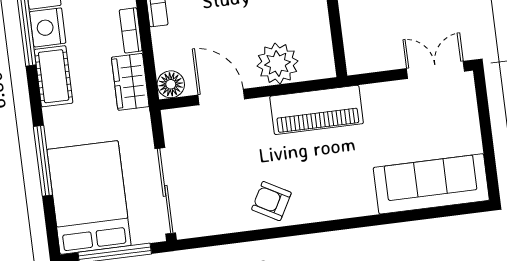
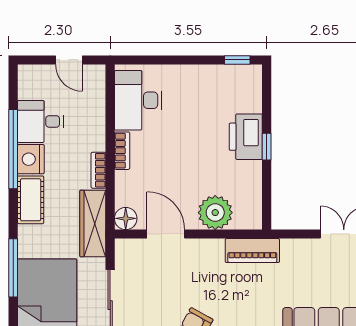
wardrobe: (130, 82) -> (93, 223), width x1.50
piano: (317, 110) -> (252, 251), width x0.73, depth x0.75

